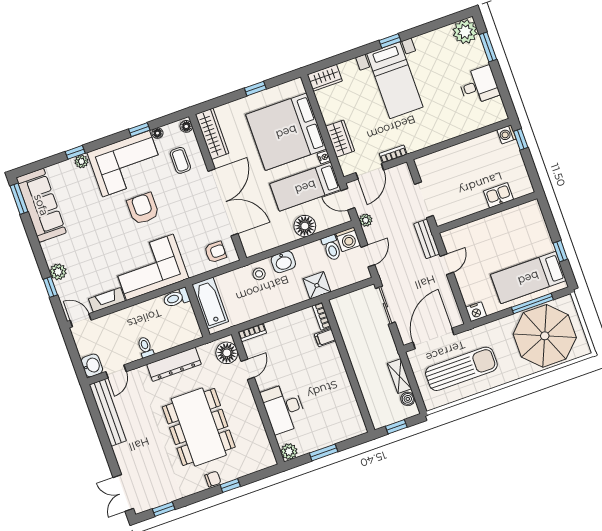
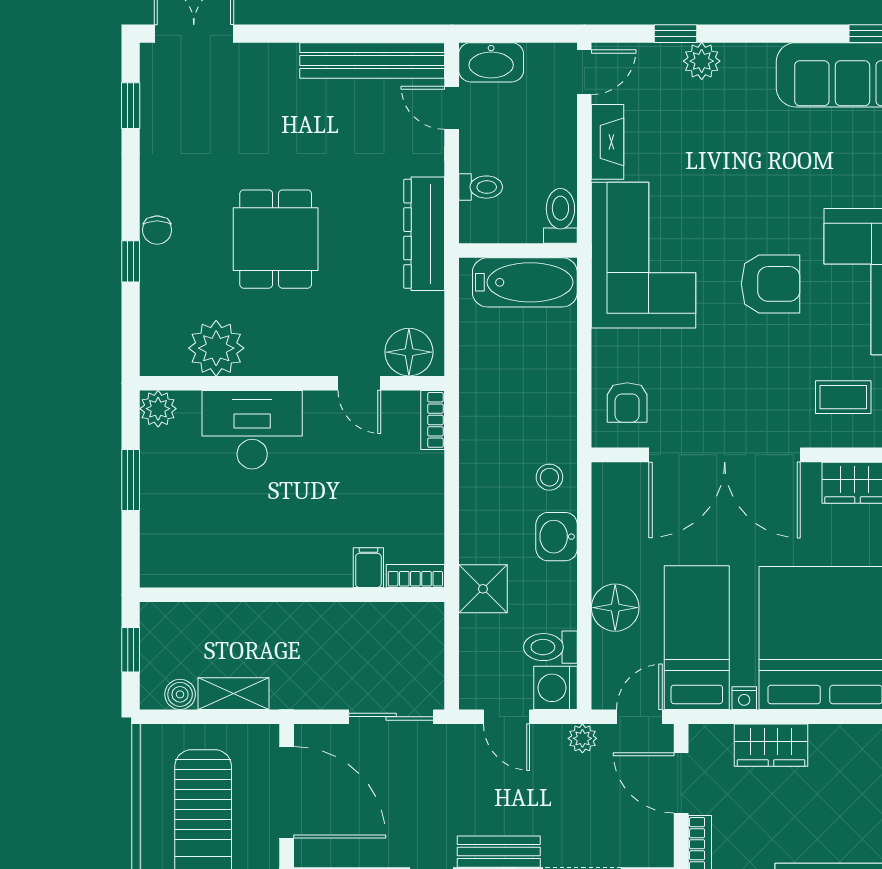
toilet: (176, 298) -> (560, 216), moved
bathtub: (210, 303) -> (525, 282), moved
wall: (198, 311) -> (518, 251), moved
washbasin: (92, 365) -> (491, 62), width x1.38
dining table: (199, 427) -> (276, 239), width x0.53, depth x0.80
plant: (254, 436) -> (216, 348), added

